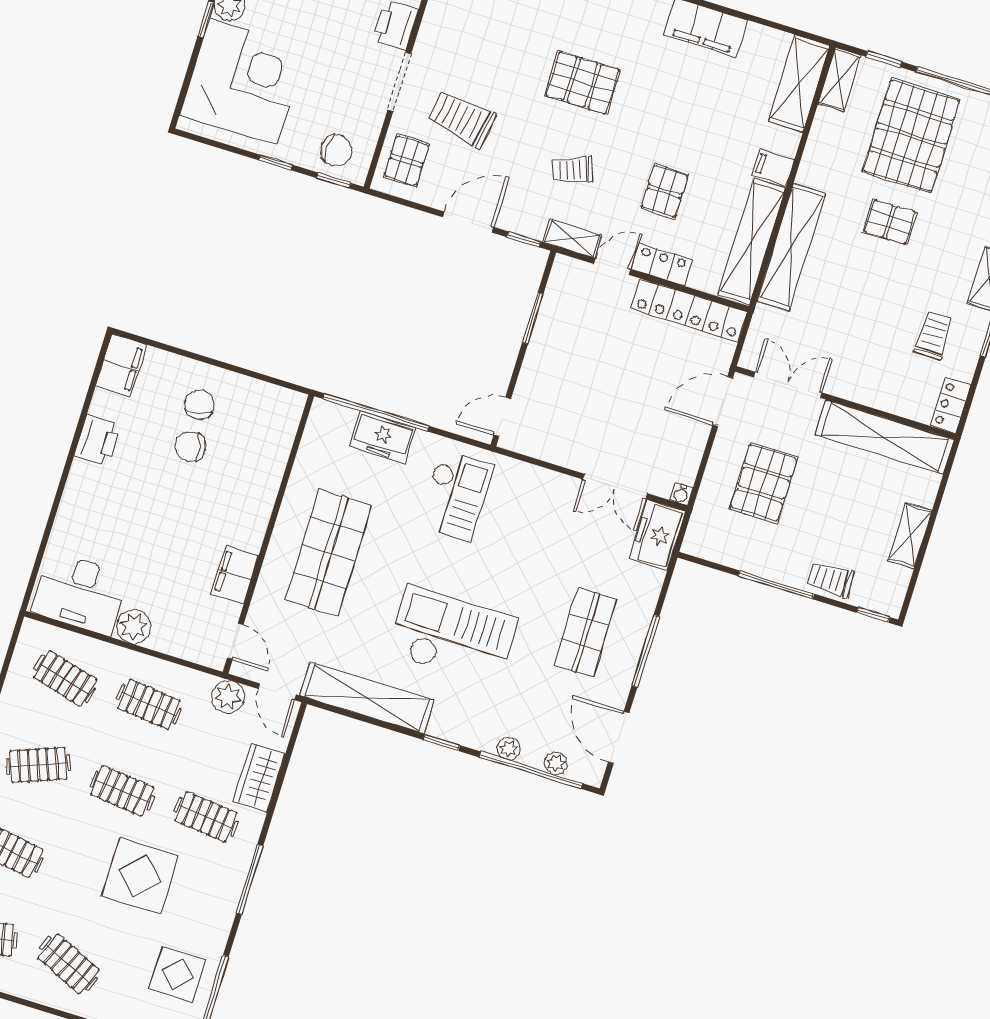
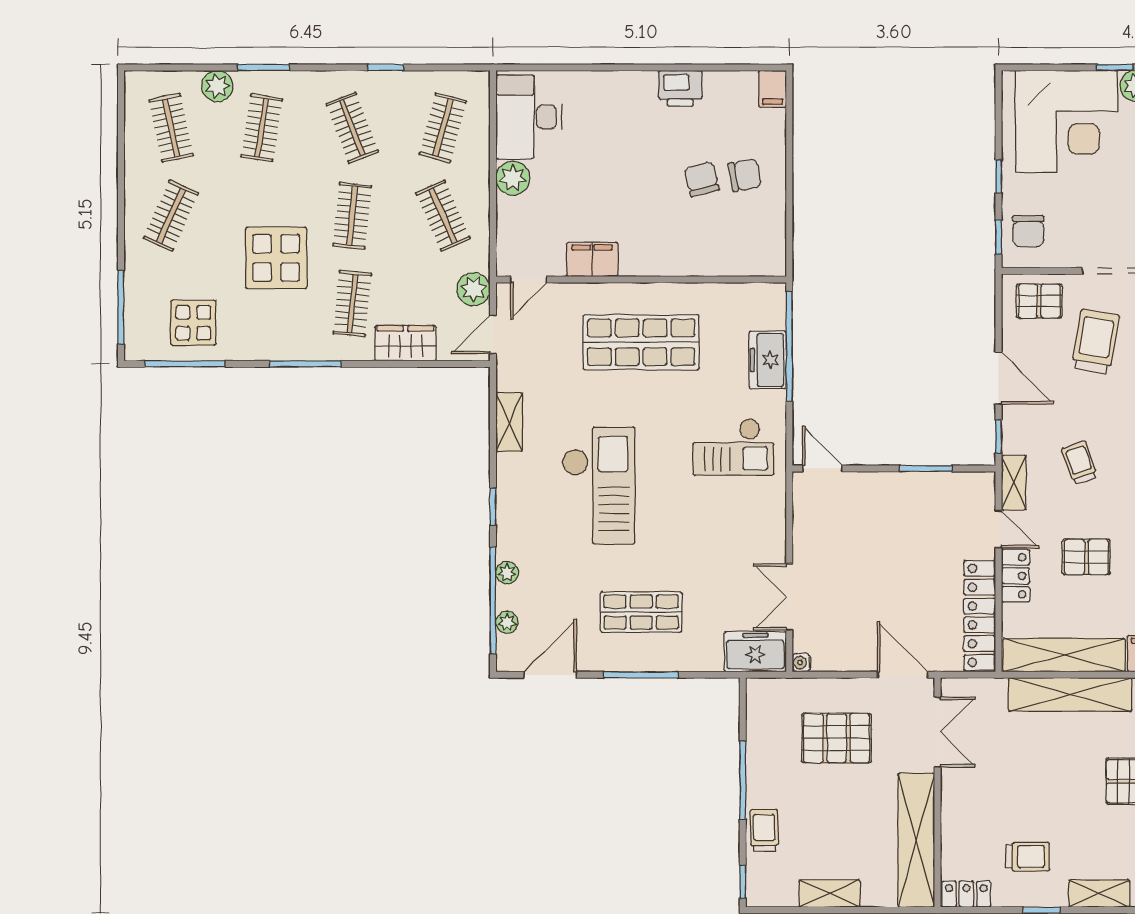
filing cabinet: (121, 366) -> (773, 89), width x0.50
shelving: (367, 698) -> (509, 422), width x0.45, depth x0.75
clothes rail: (149, 704) -> (443, 216), turned -30

